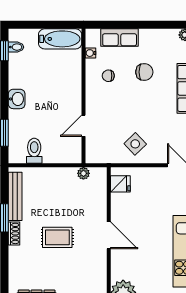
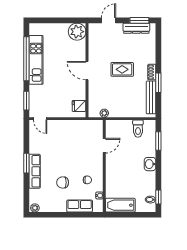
side table: (135, 144) -> (69, 133), removed

